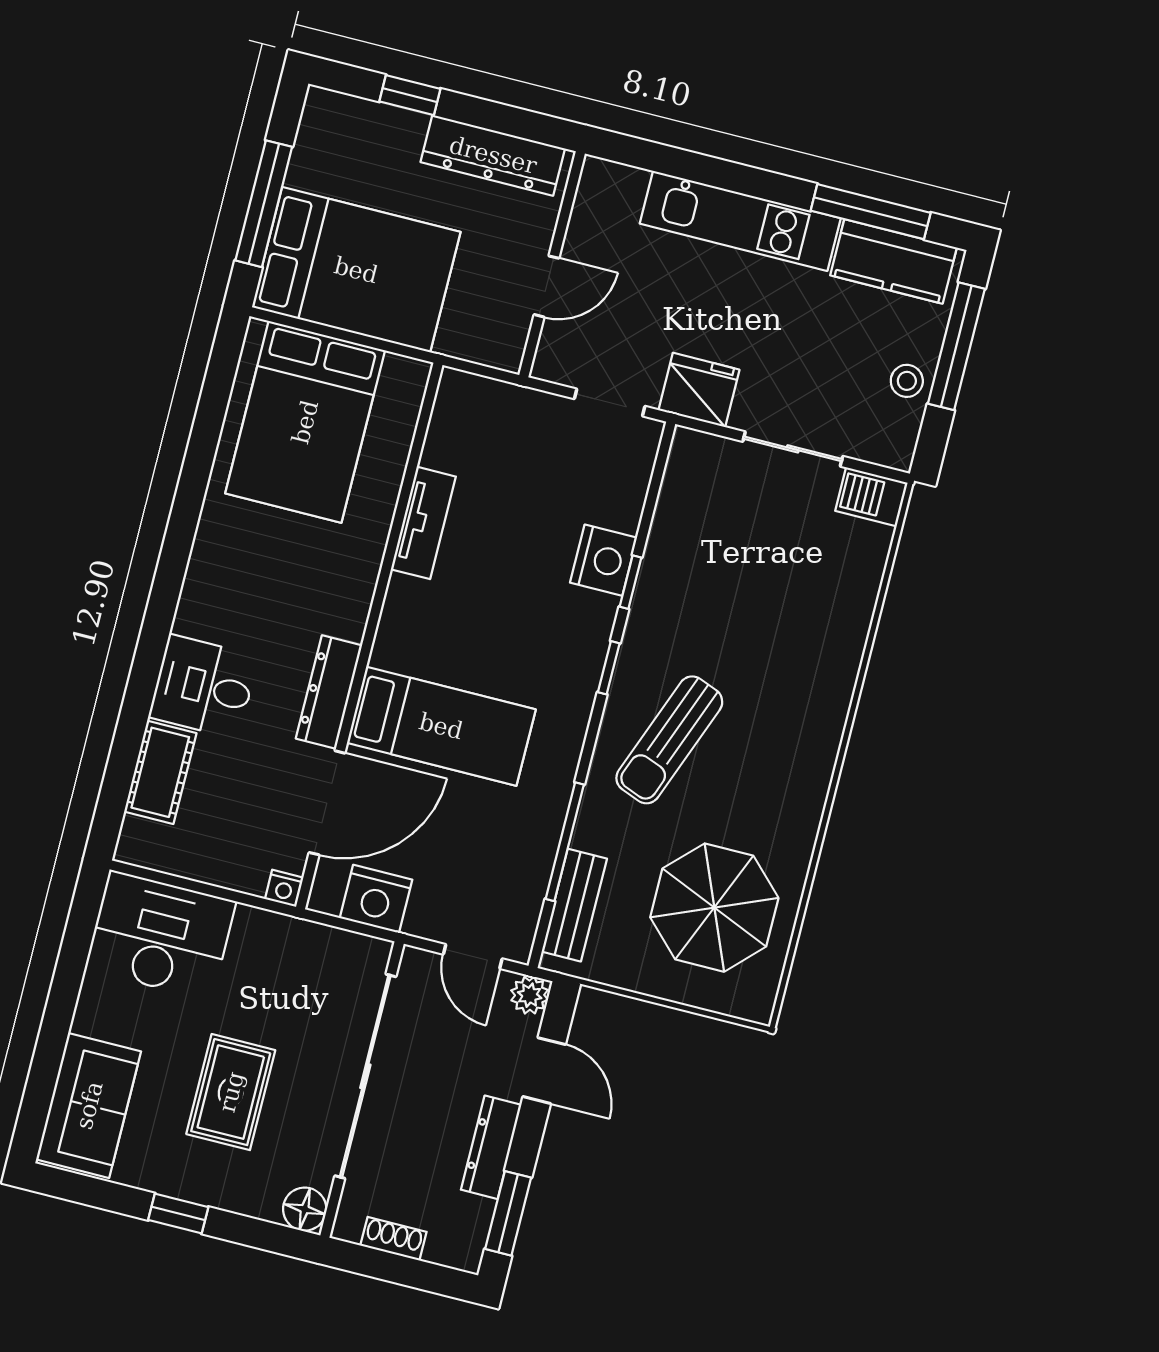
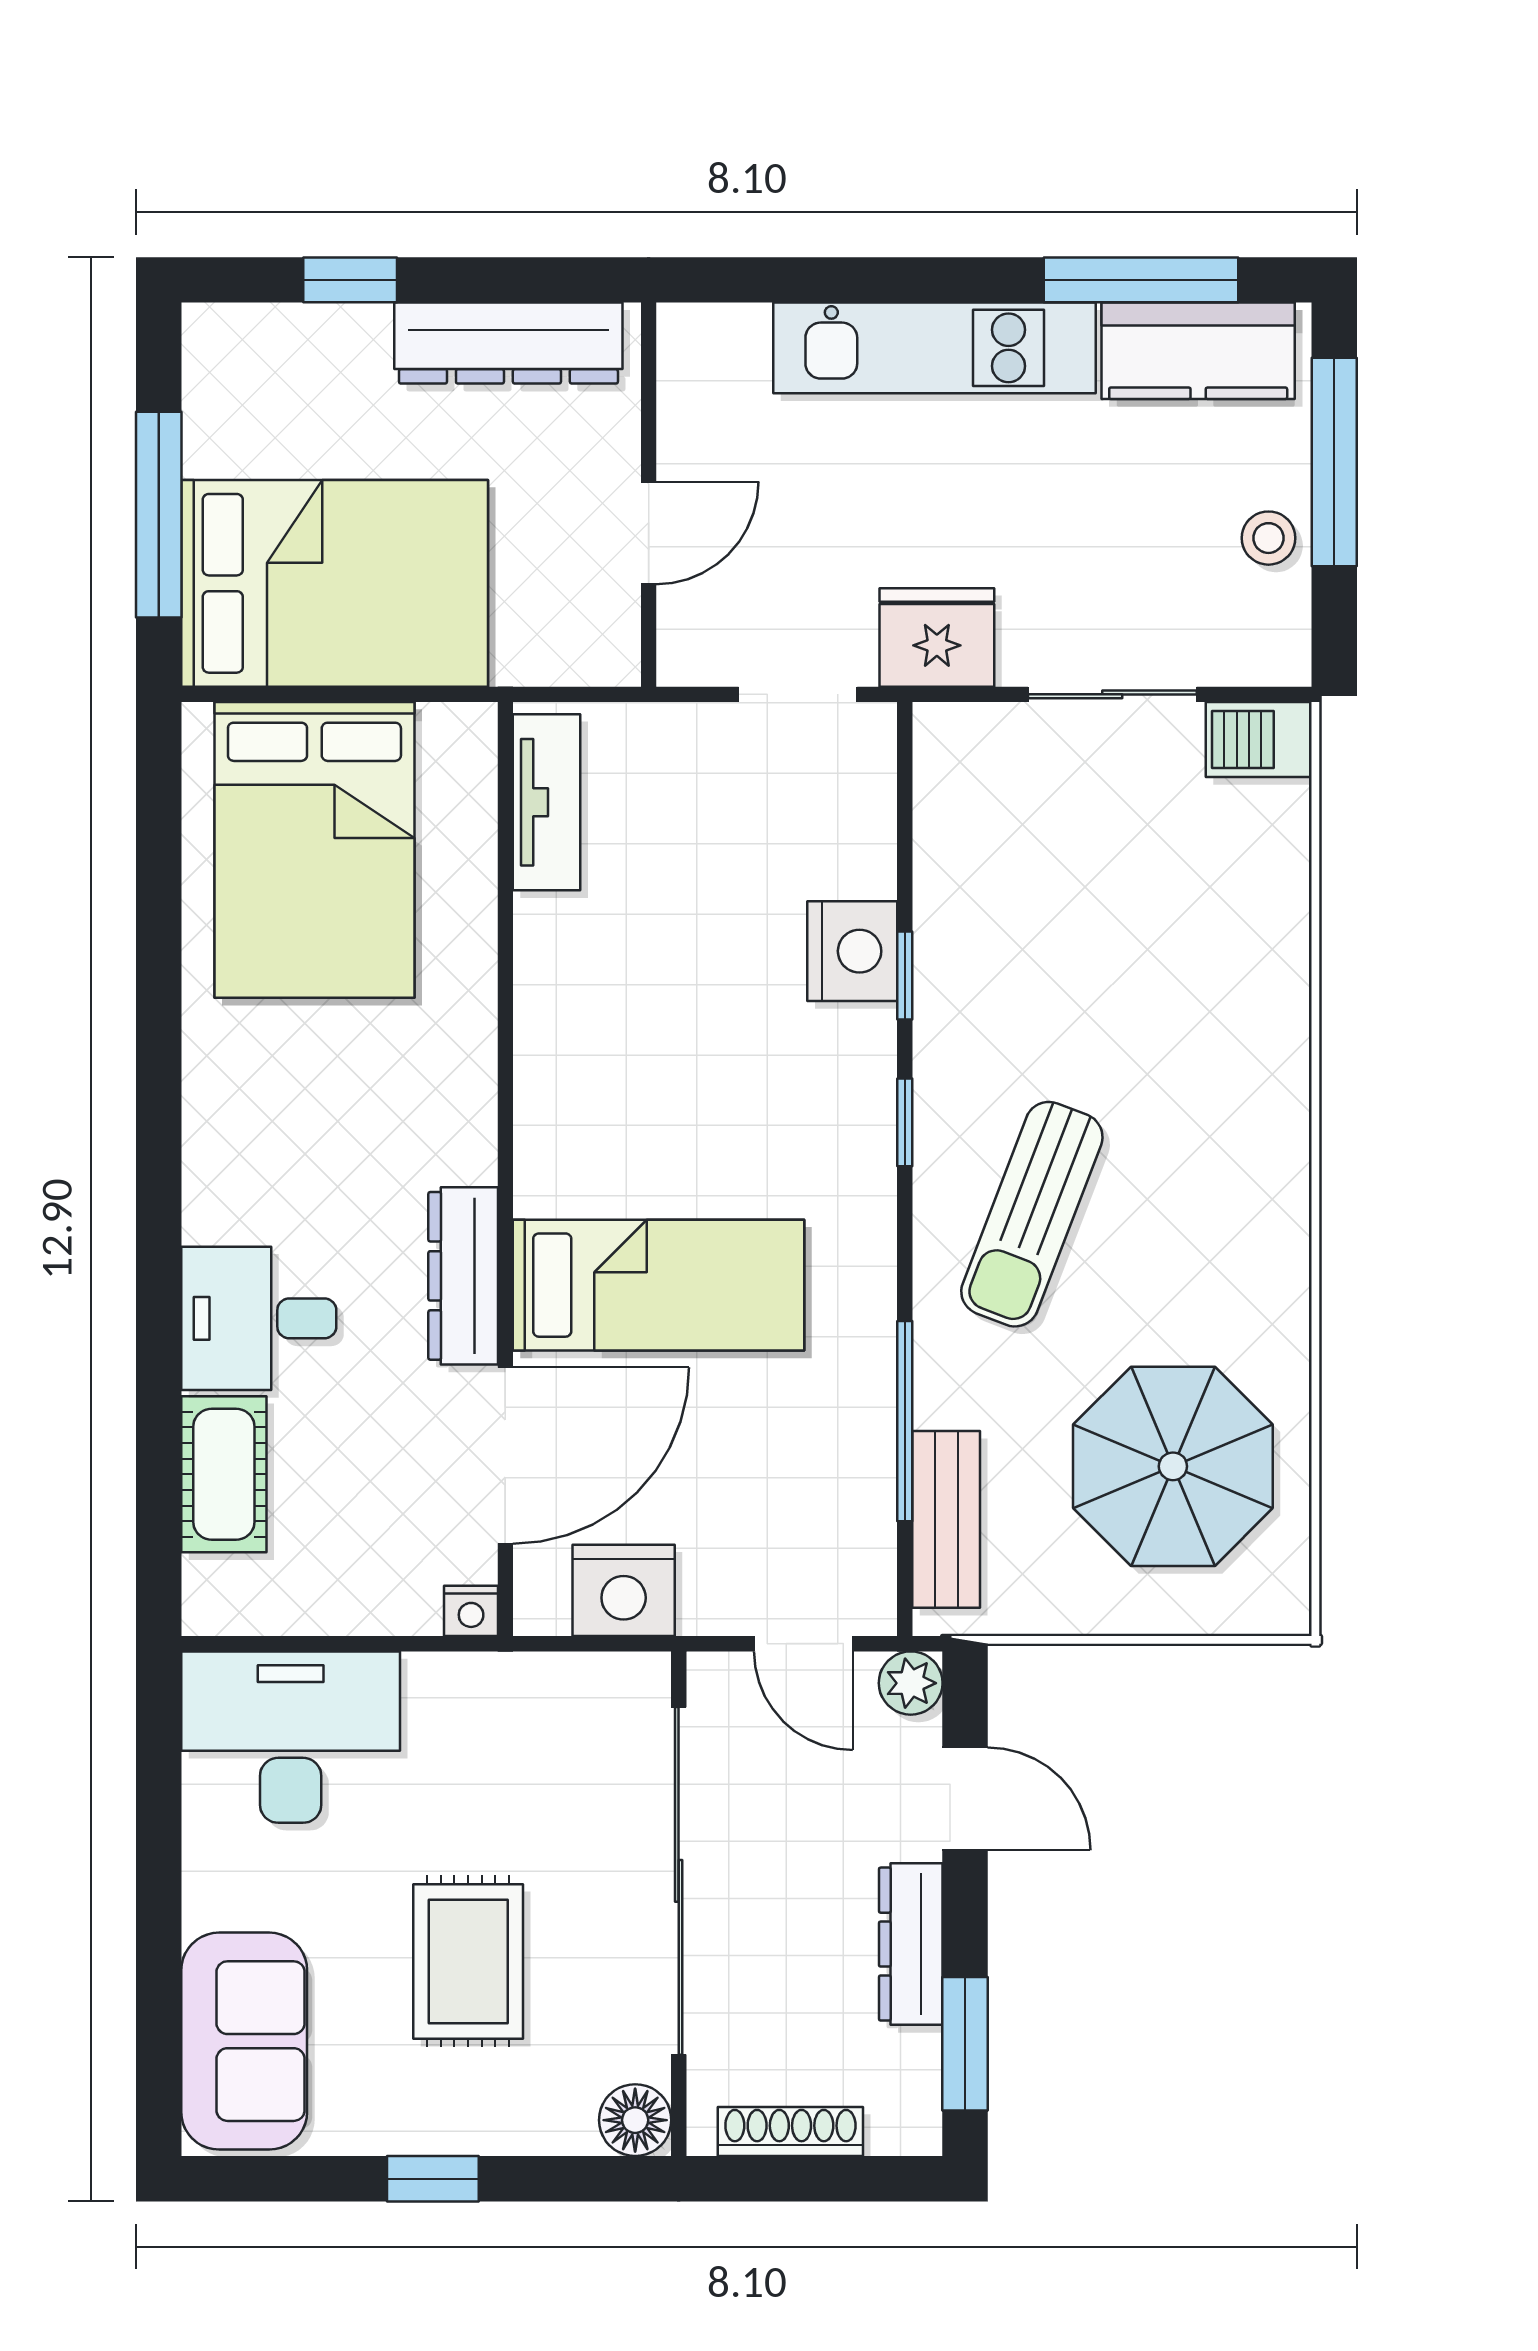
tv unit: (423, 523) -> (547, 802), moved
shoe rack: (393, 1239) -> (790, 2131), width x1.43

